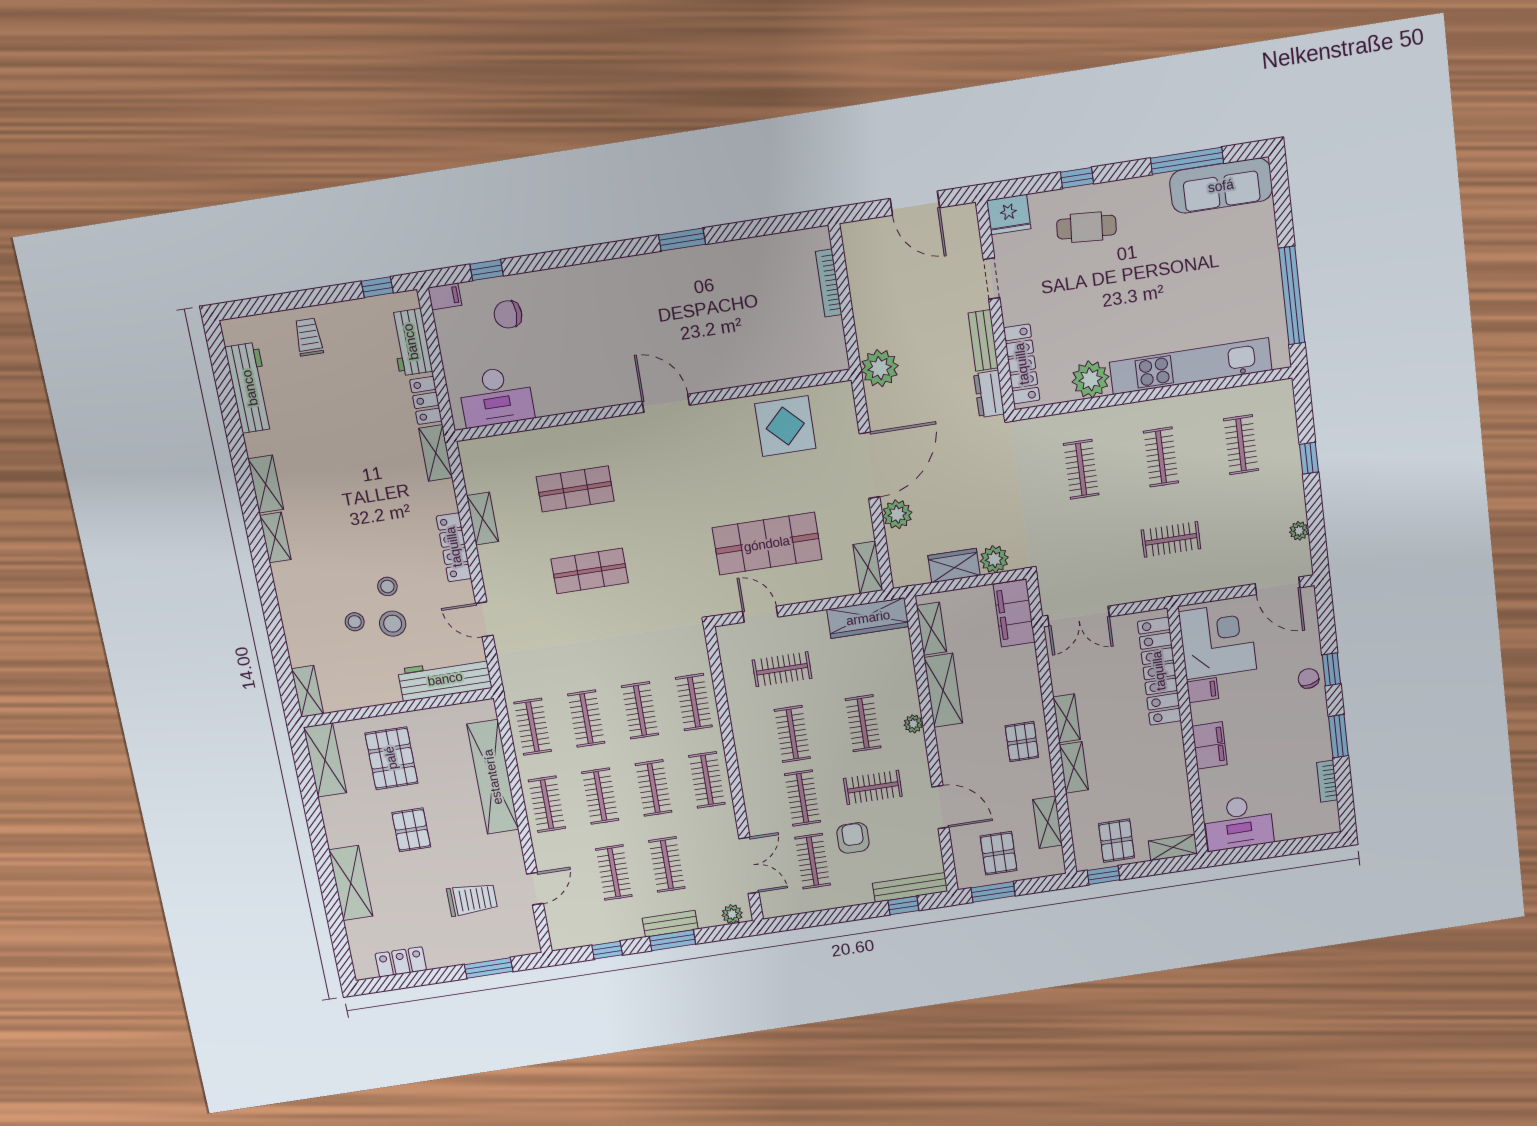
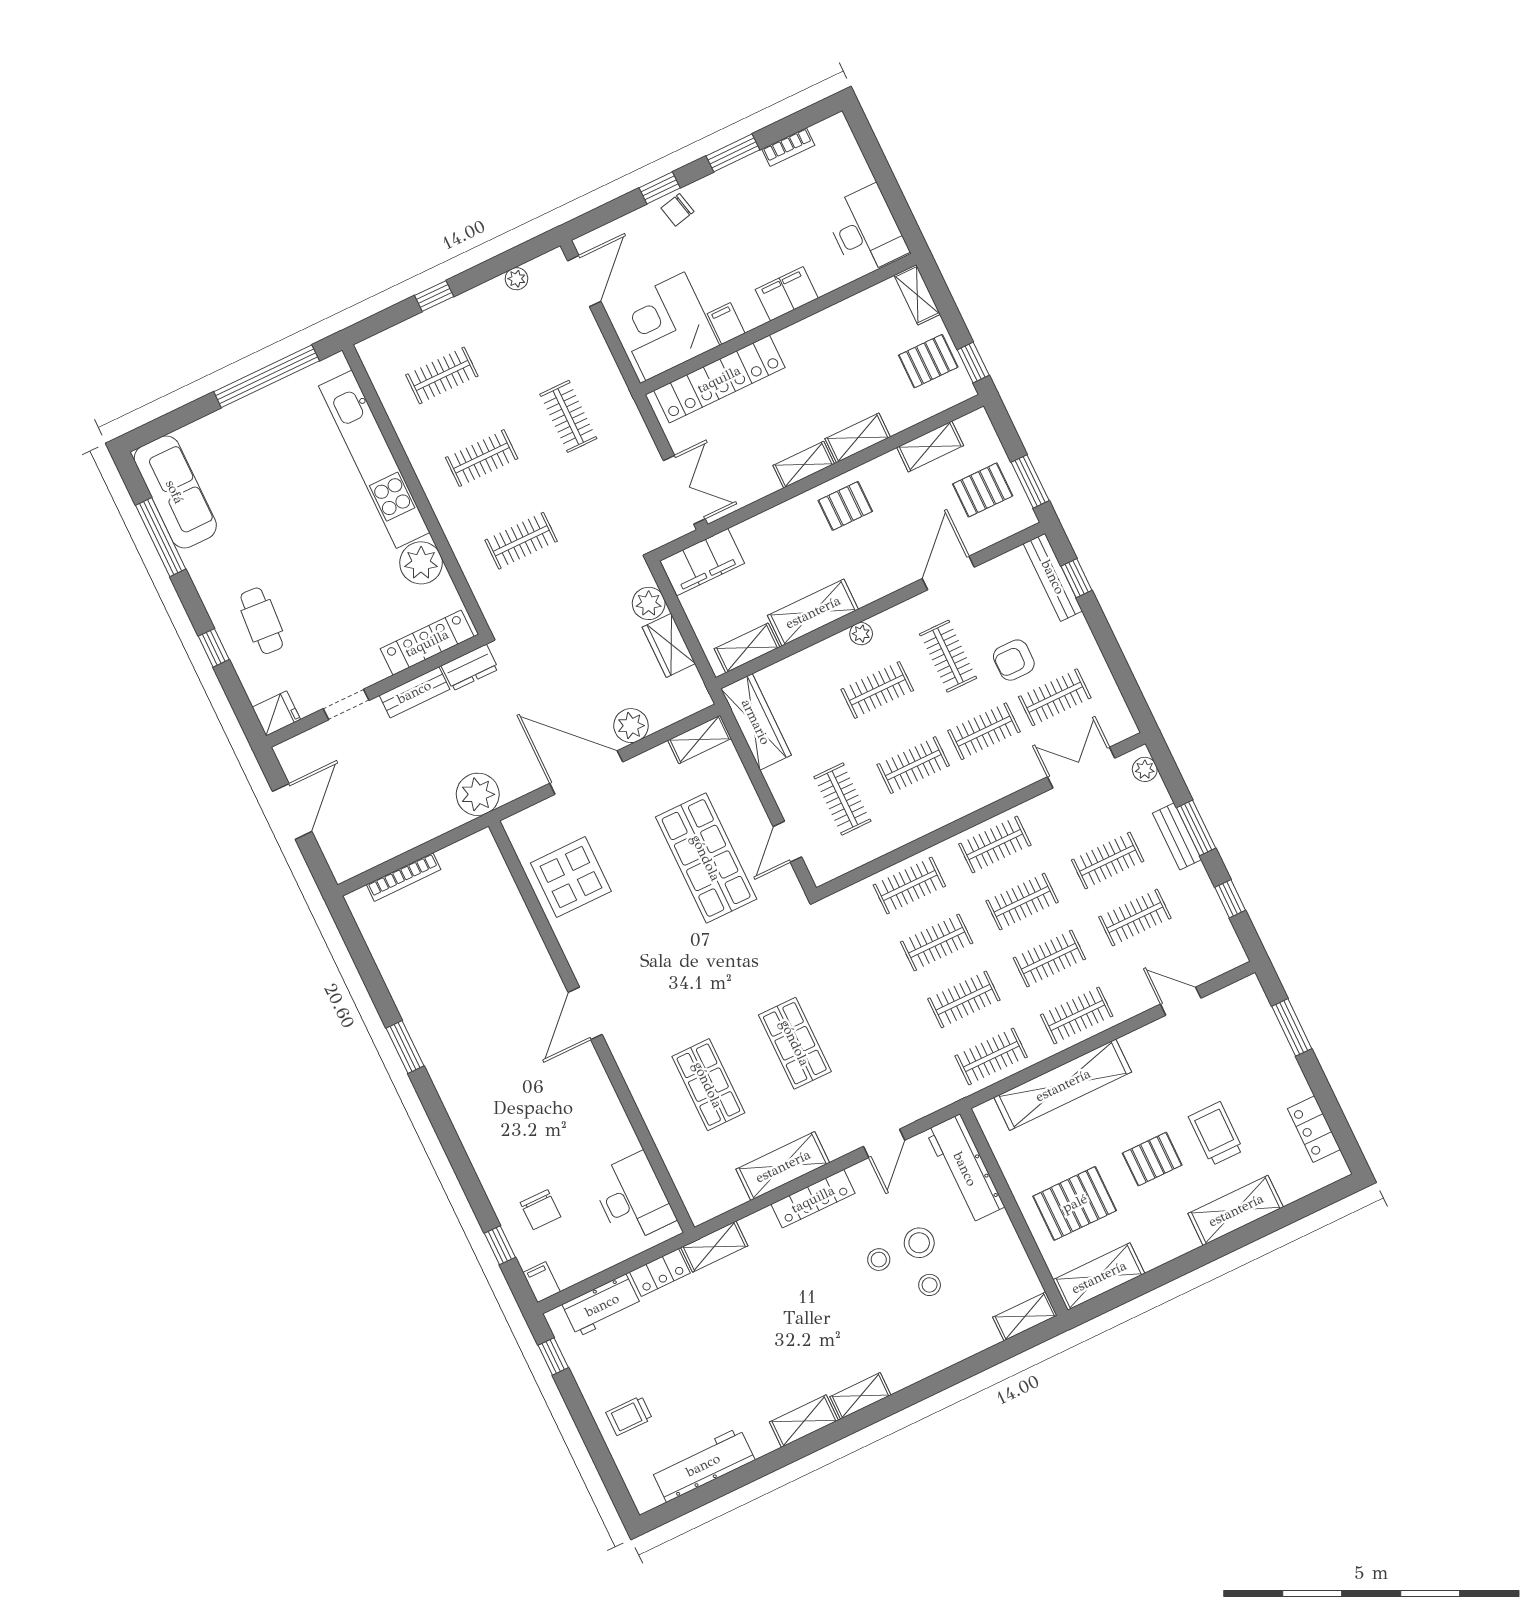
fridge: (1009, 215) -> (276, 713), width x0.72
shelving: (483, 519) -> (783, 1166), width x1.50, depth x1.33
trolley: (472, 899) -> (1216, 1134), moved

